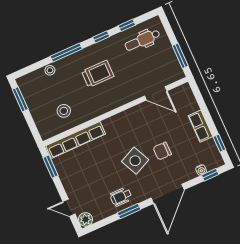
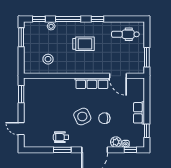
window: (127, 25) -> (39, 19), moved
row of seats: (76, 140) -> (92, 83), moved, width x0.73
plant: (85, 219) -> (116, 142), moved

